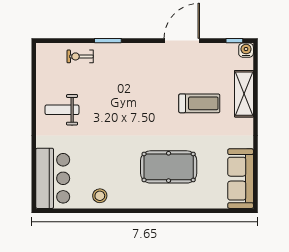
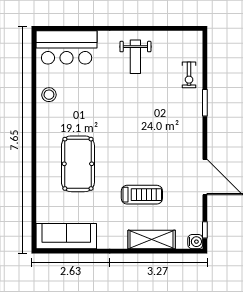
exercise bike: (80, 56) -> (189, 75), turned 180
treadmill: (199, 103) -> (142, 195), turned -90
weight bench: (62, 110) -> (135, 57), turned 180

